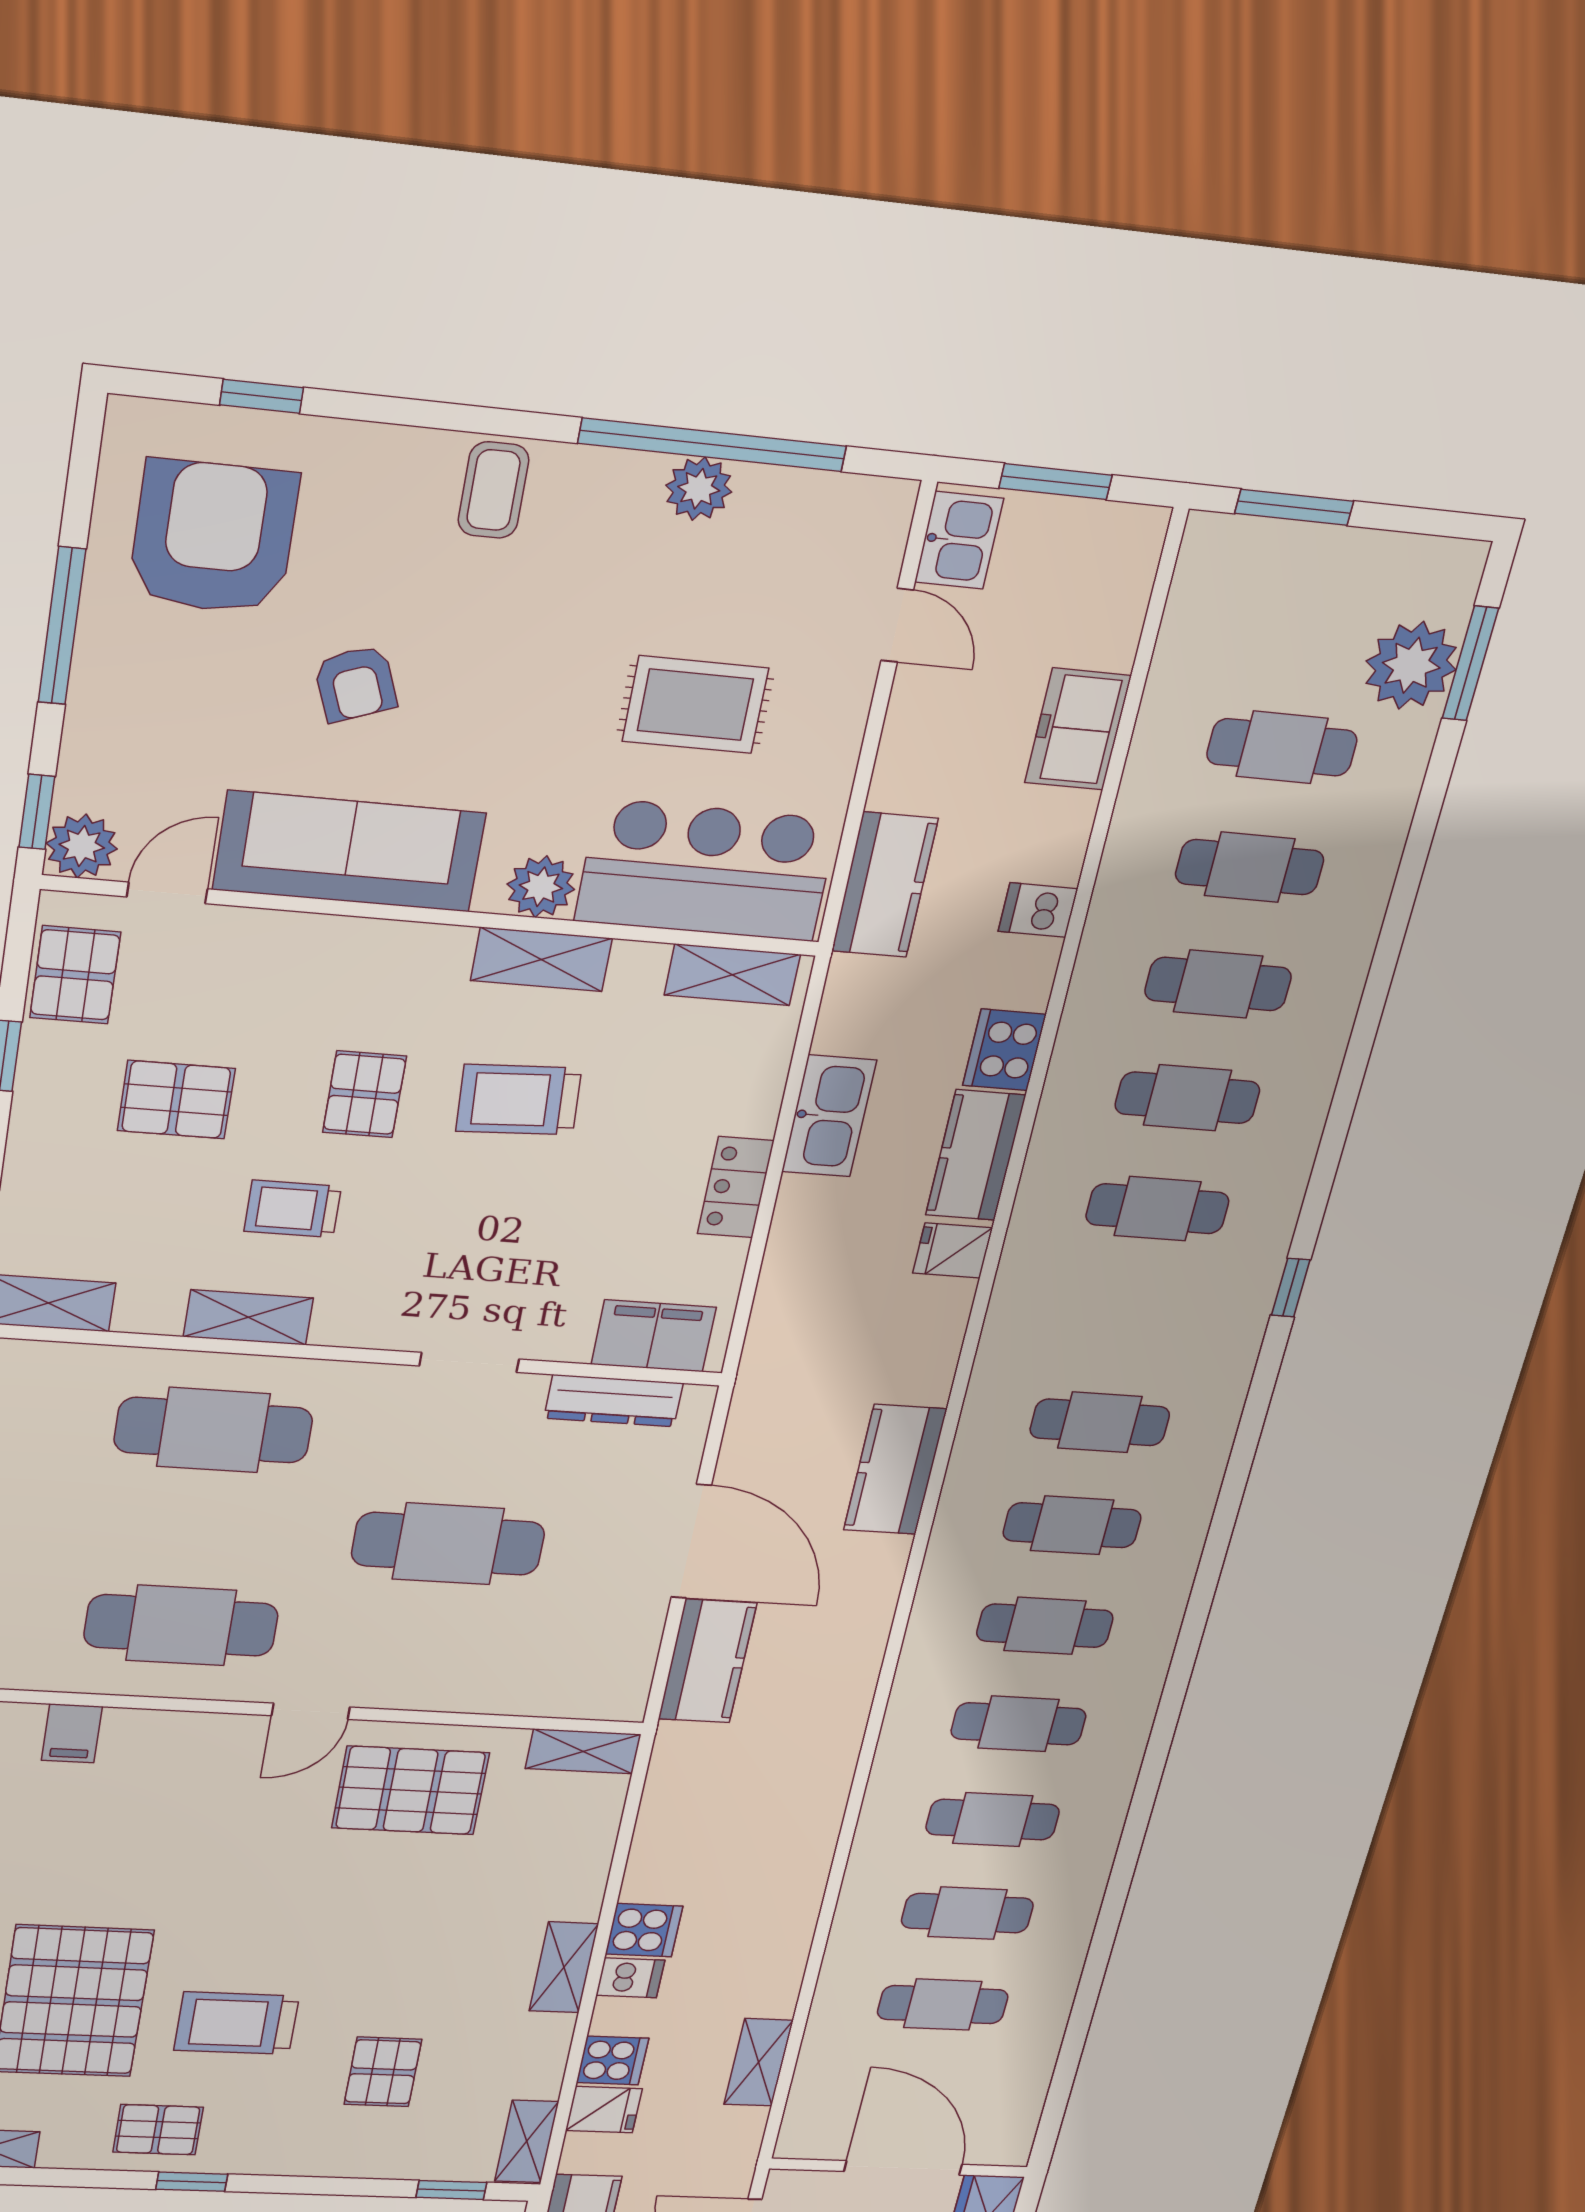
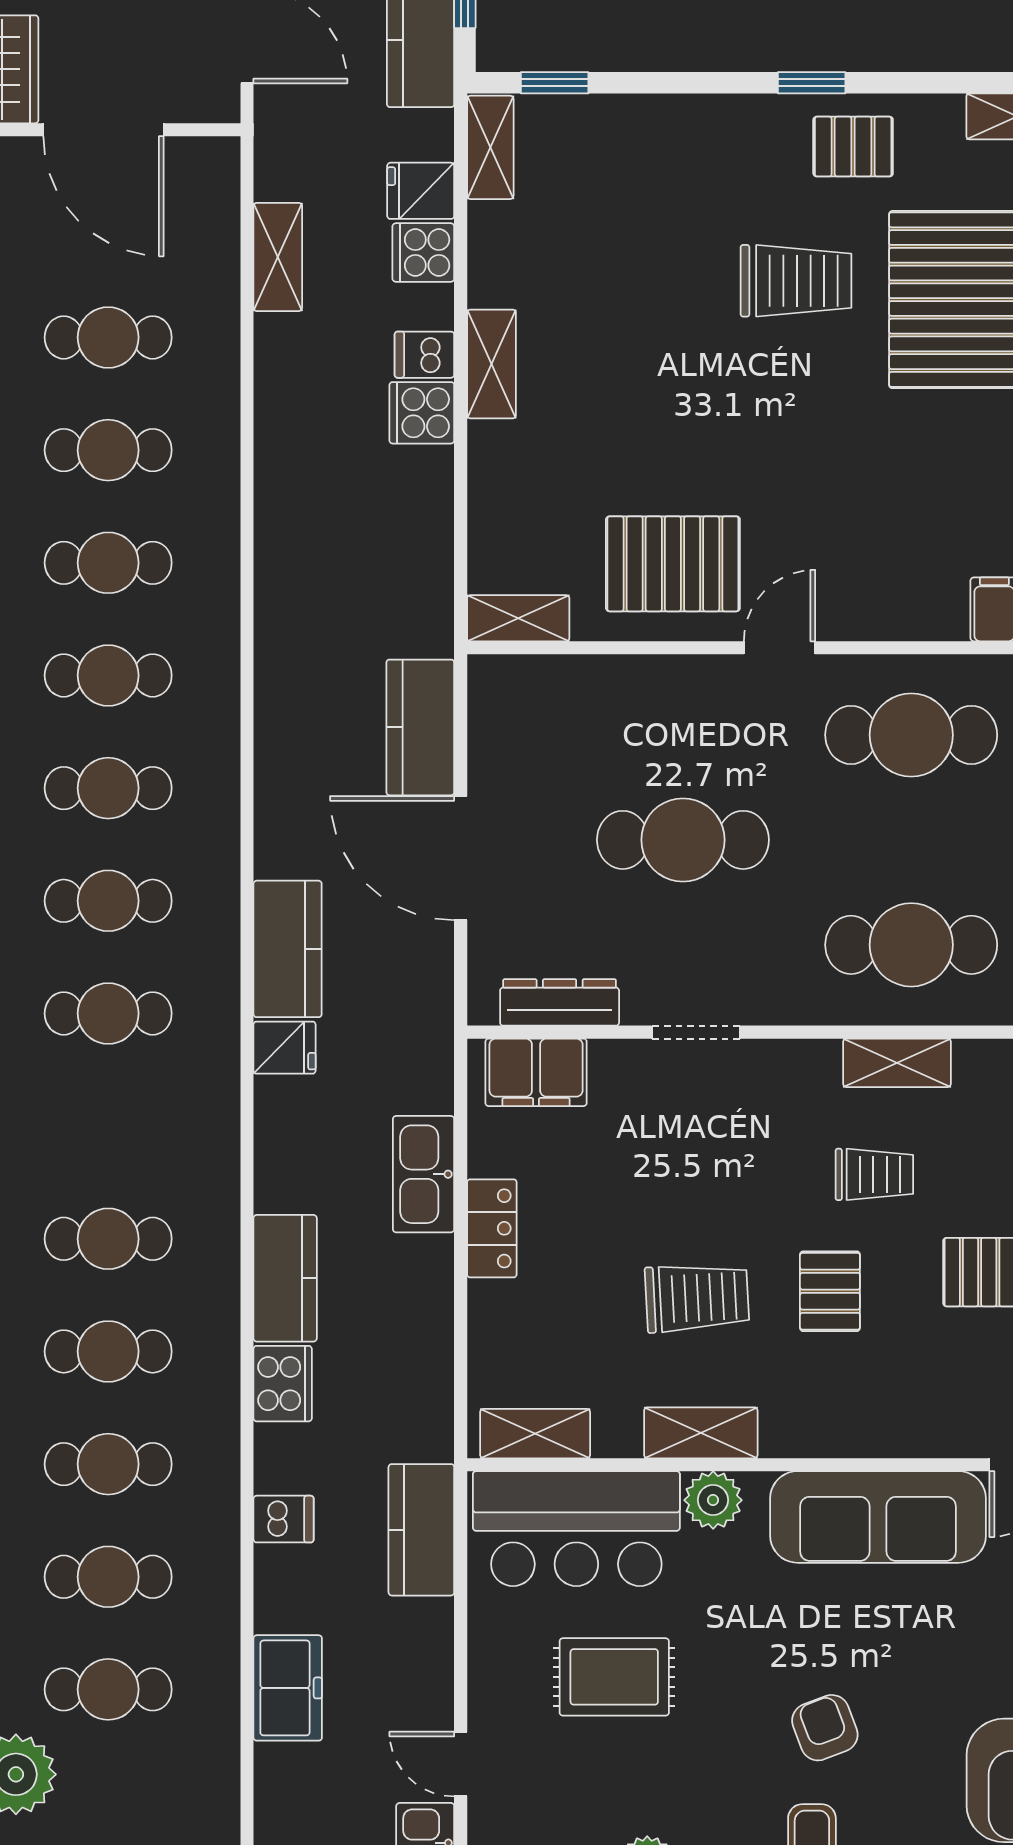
armchair: (356, 683) -> (825, 1728), moved
kitchen sink: (829, 1116) -> (424, 1174), moved
fridge: (953, 1250) -> (285, 1048), moved
pallet: (383, 2072) -> (646, 228), removed

